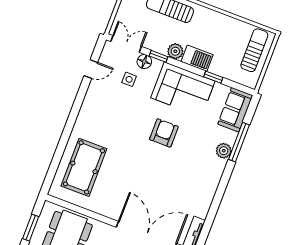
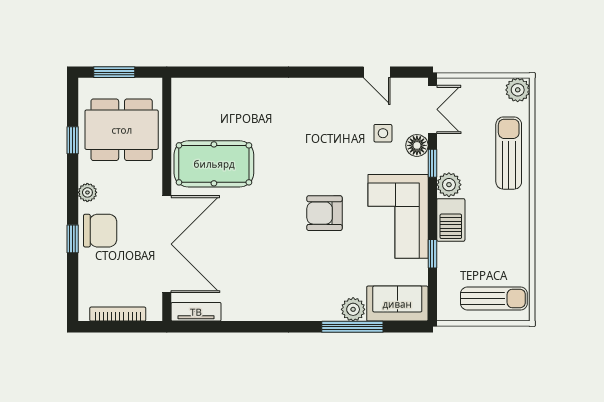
armchair: (164, 133) -> (324, 213), turned 180
plant: (224, 151) -> (353, 309), moved
pool table: (84, 167) -> (214, 164), moved

